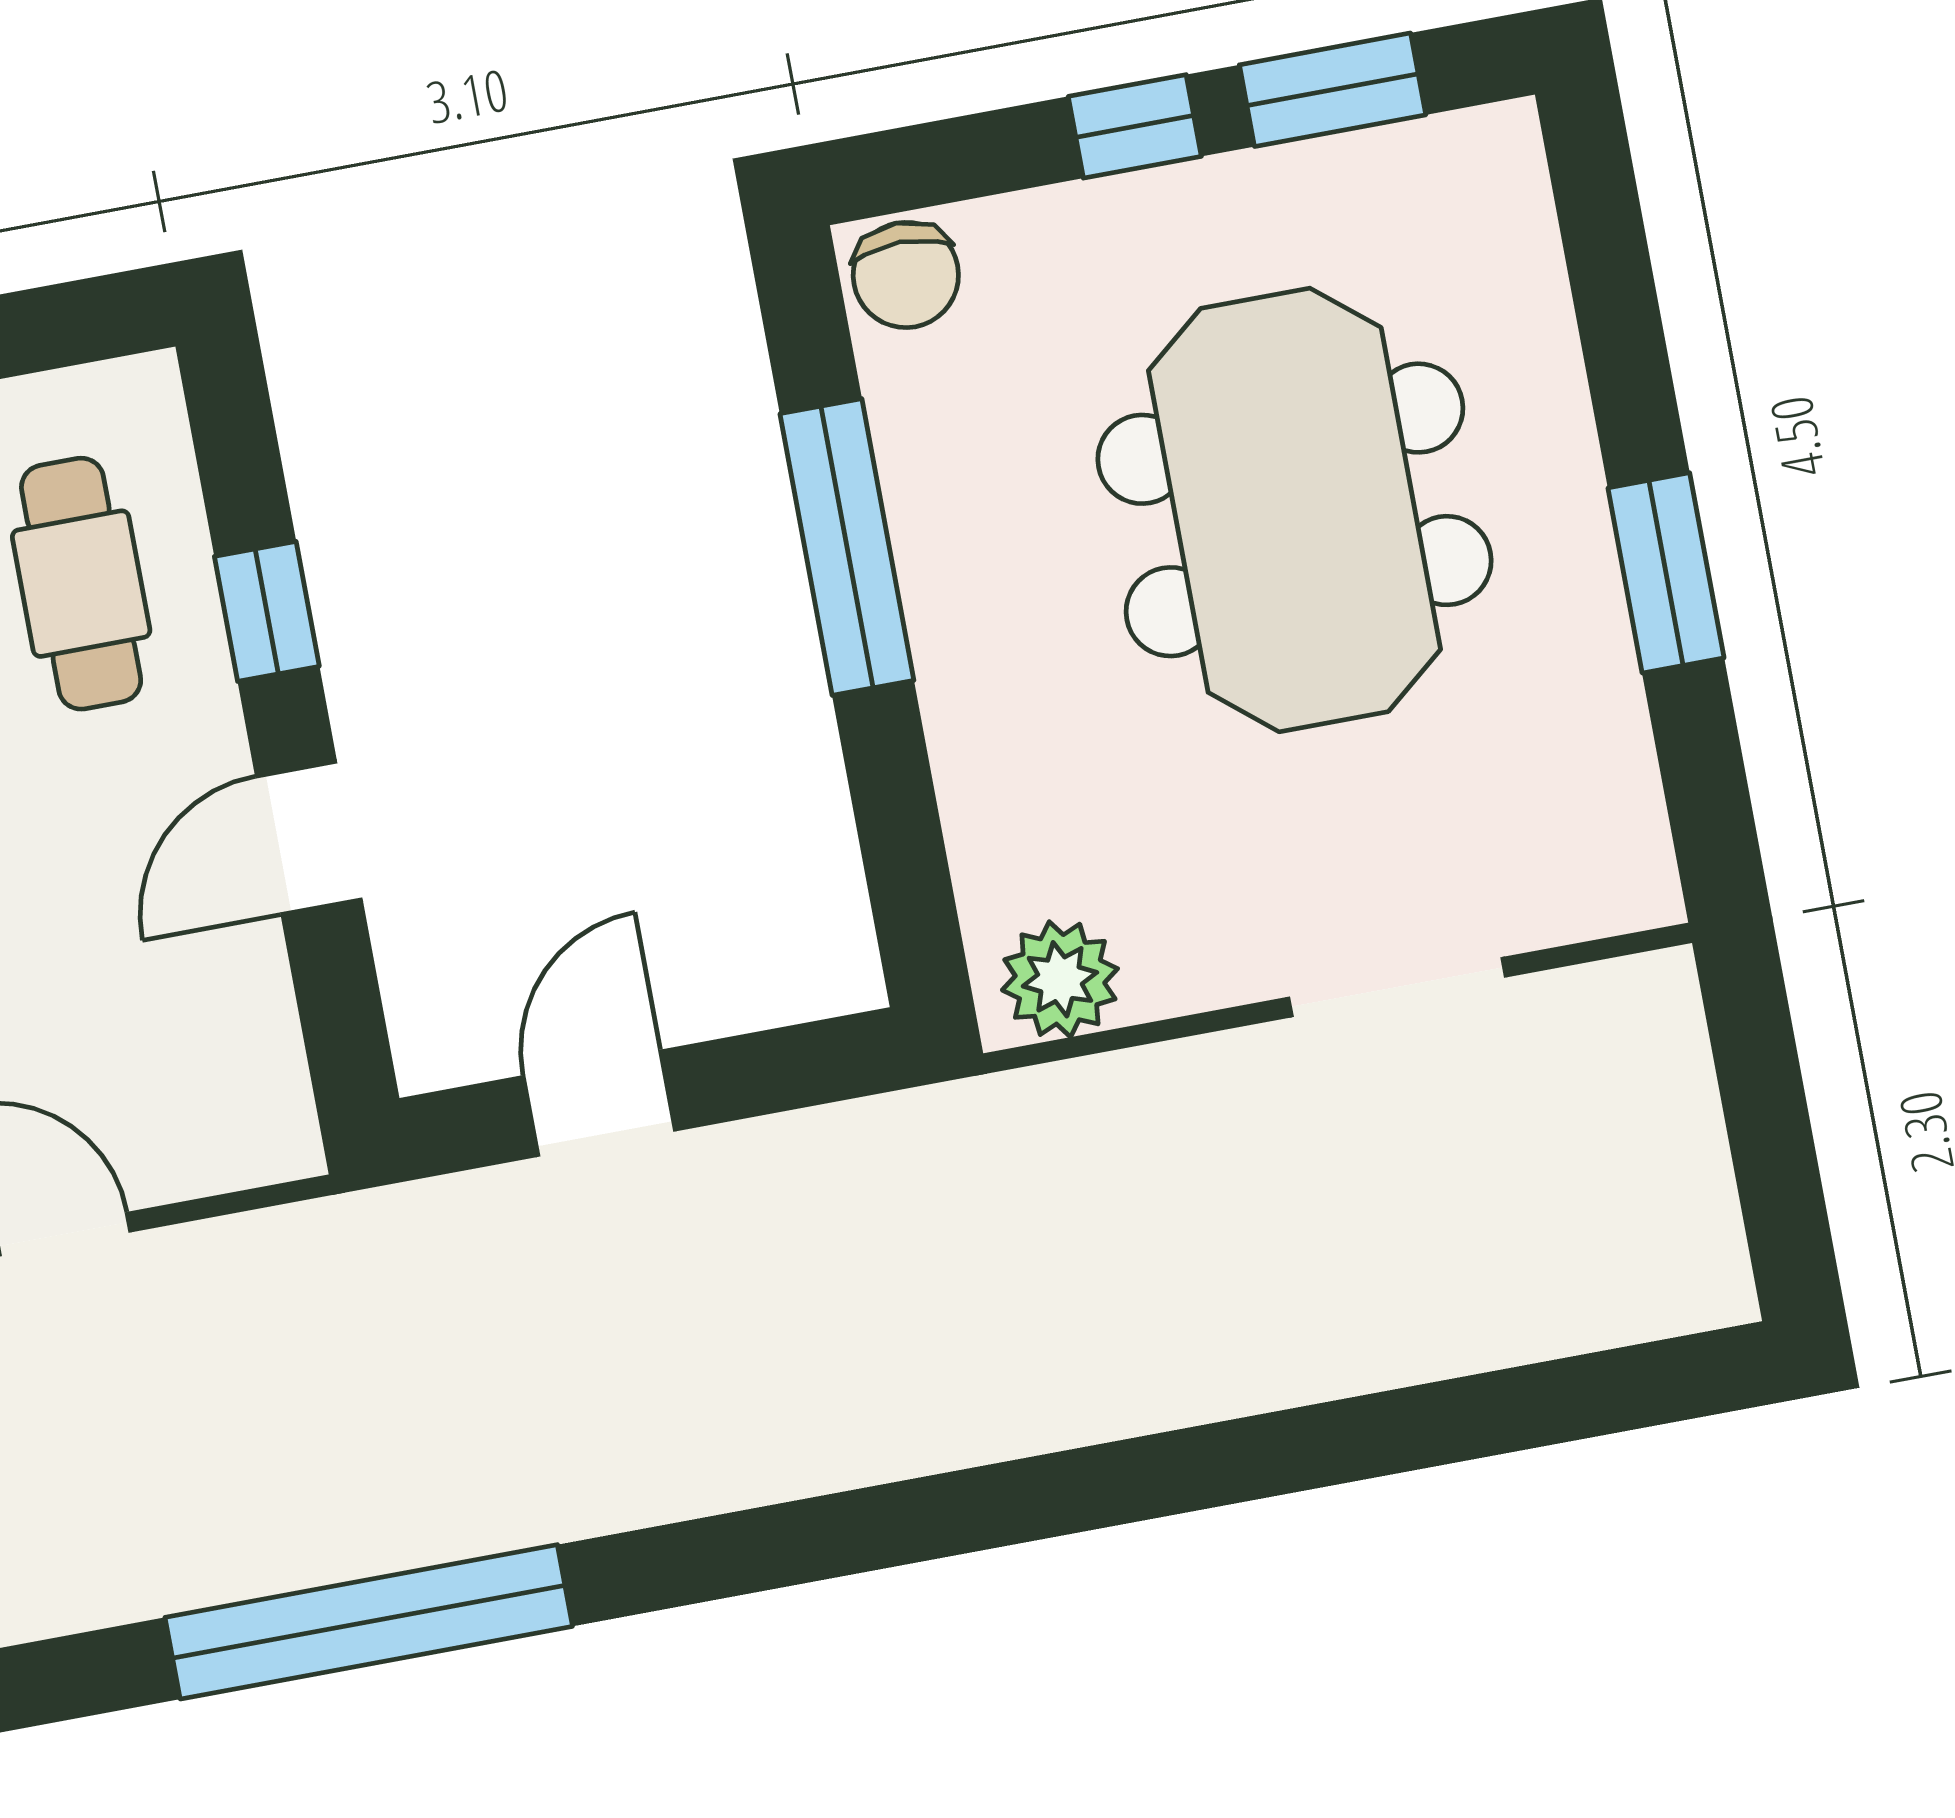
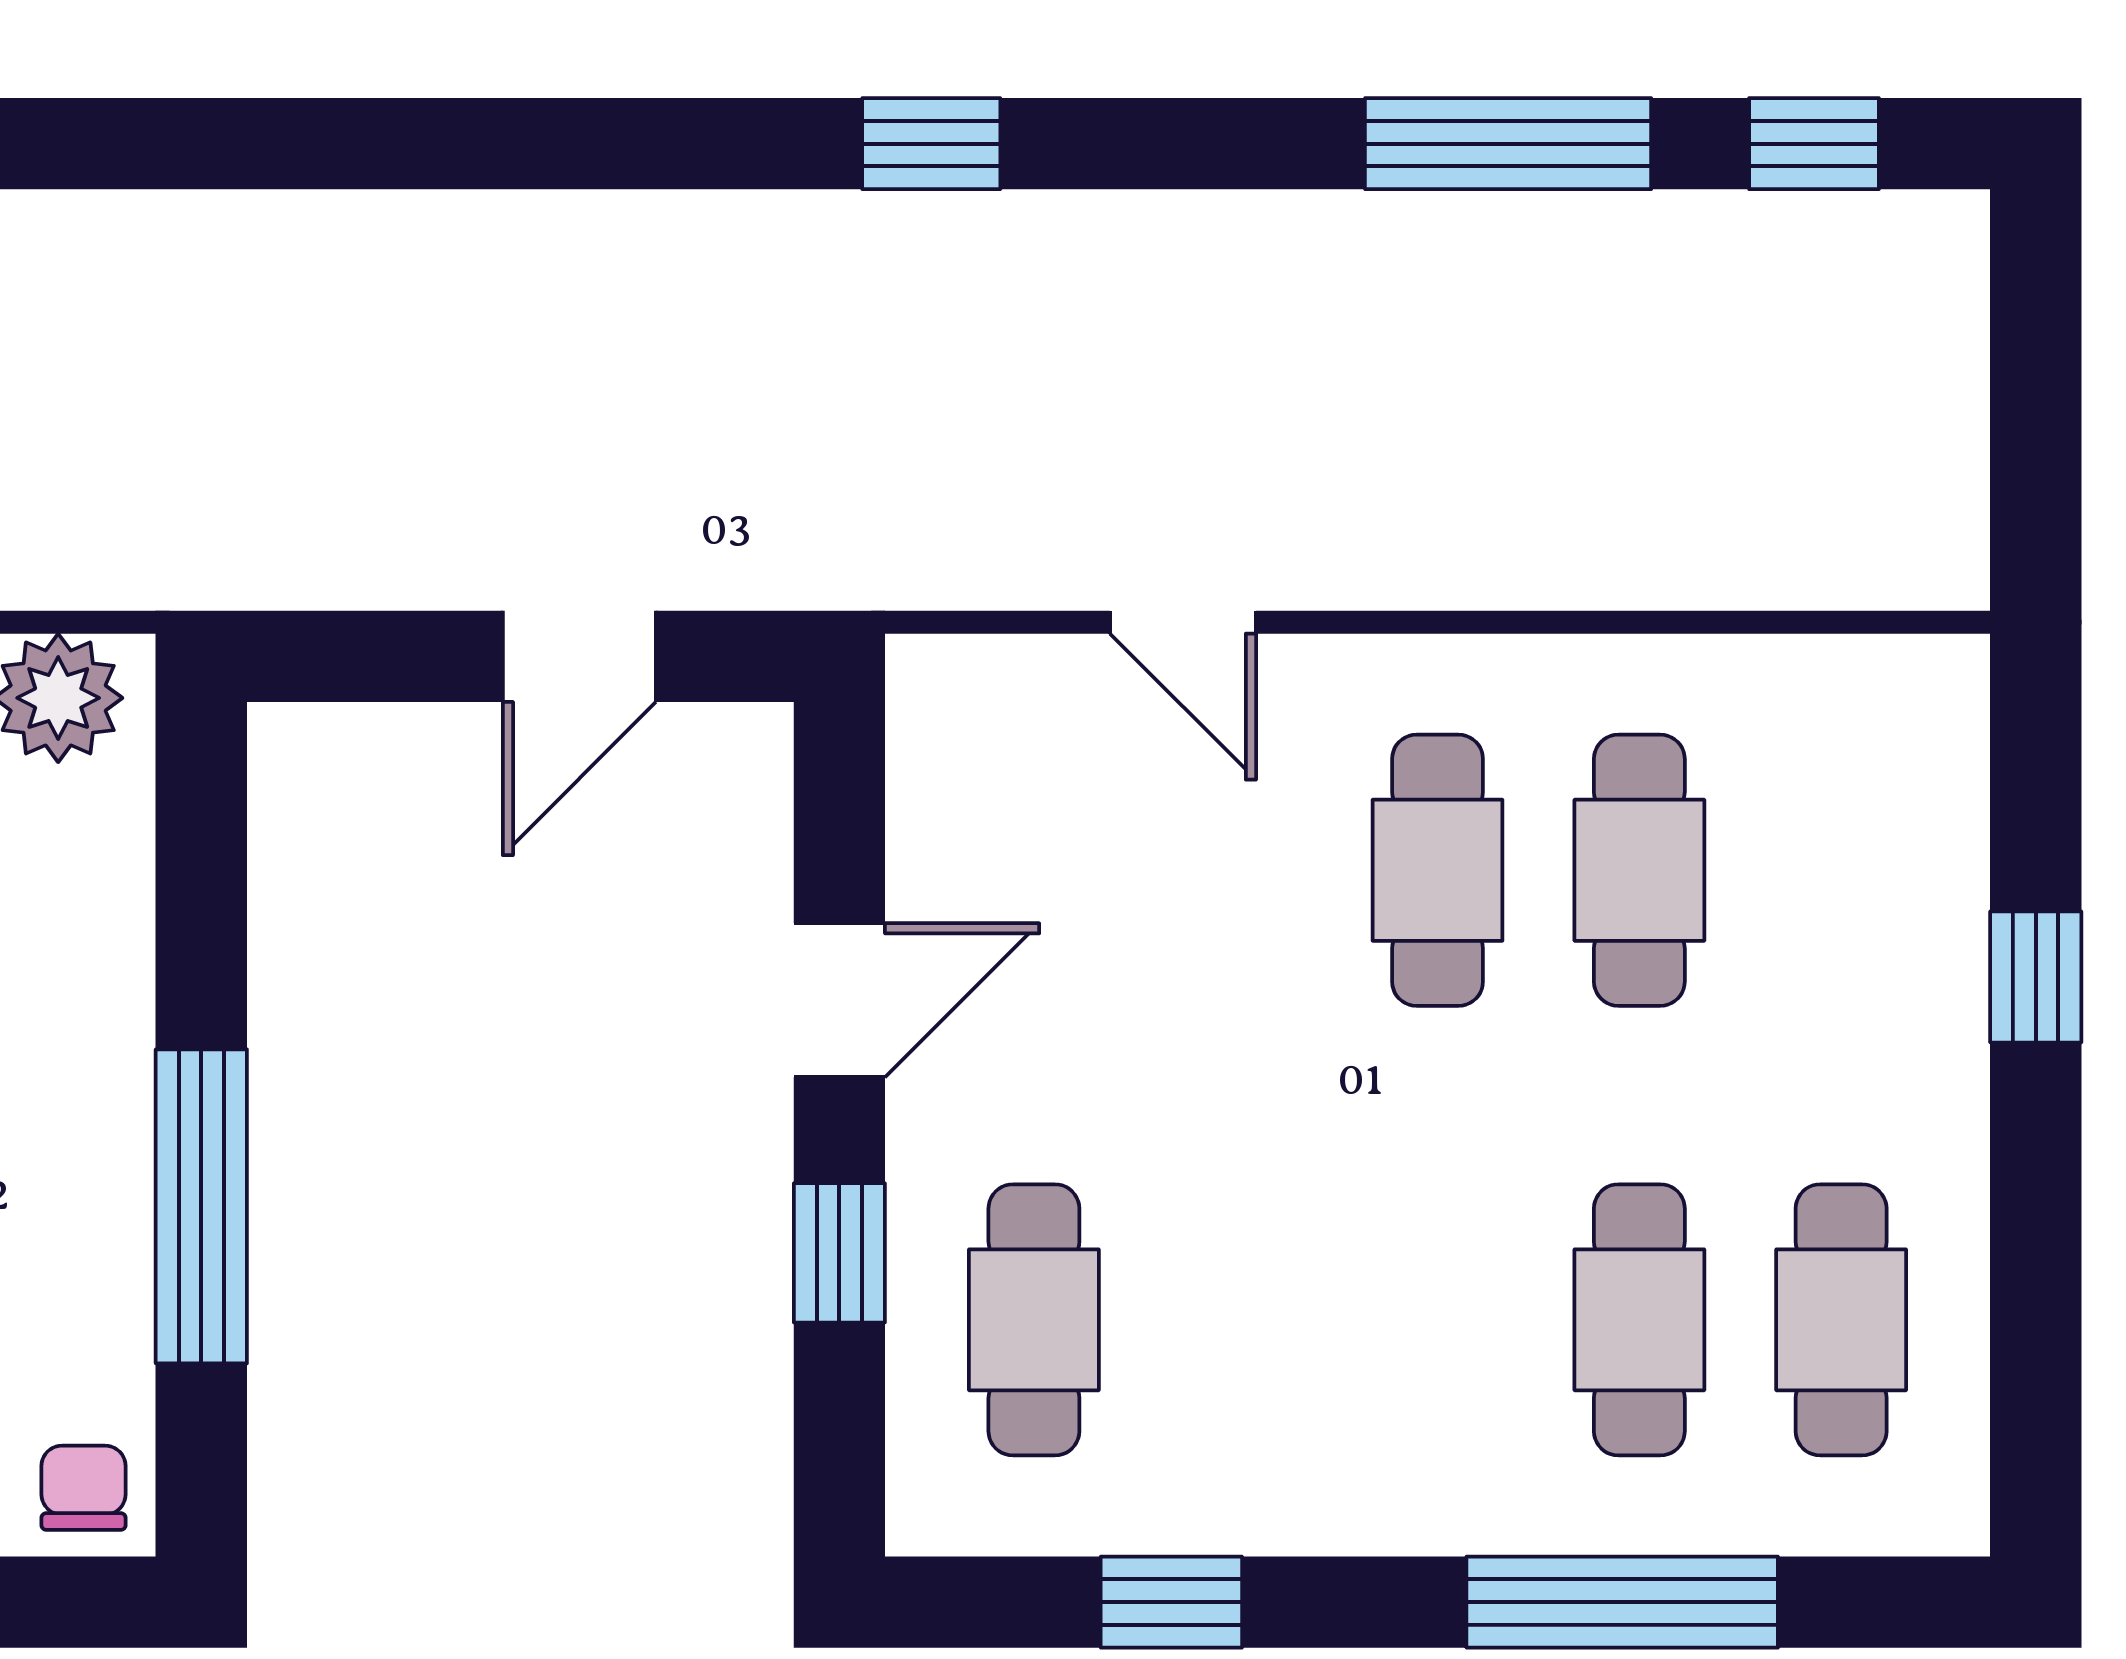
chair: (906, 275) -> (84, 1488), width x0.73, depth x0.73
window: (369, 1622) -> (931, 144), width x0.32

